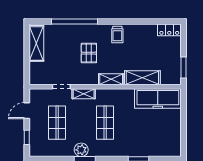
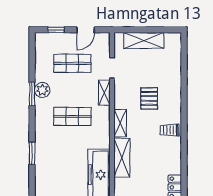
window: (74, 22) -> (184, 83), removed
shelving: (36, 43) -> (144, 40), moved
pallet: (89, 53) -> (149, 98), turned 90
door: (27, 111) -> (86, 30), swing flipped

